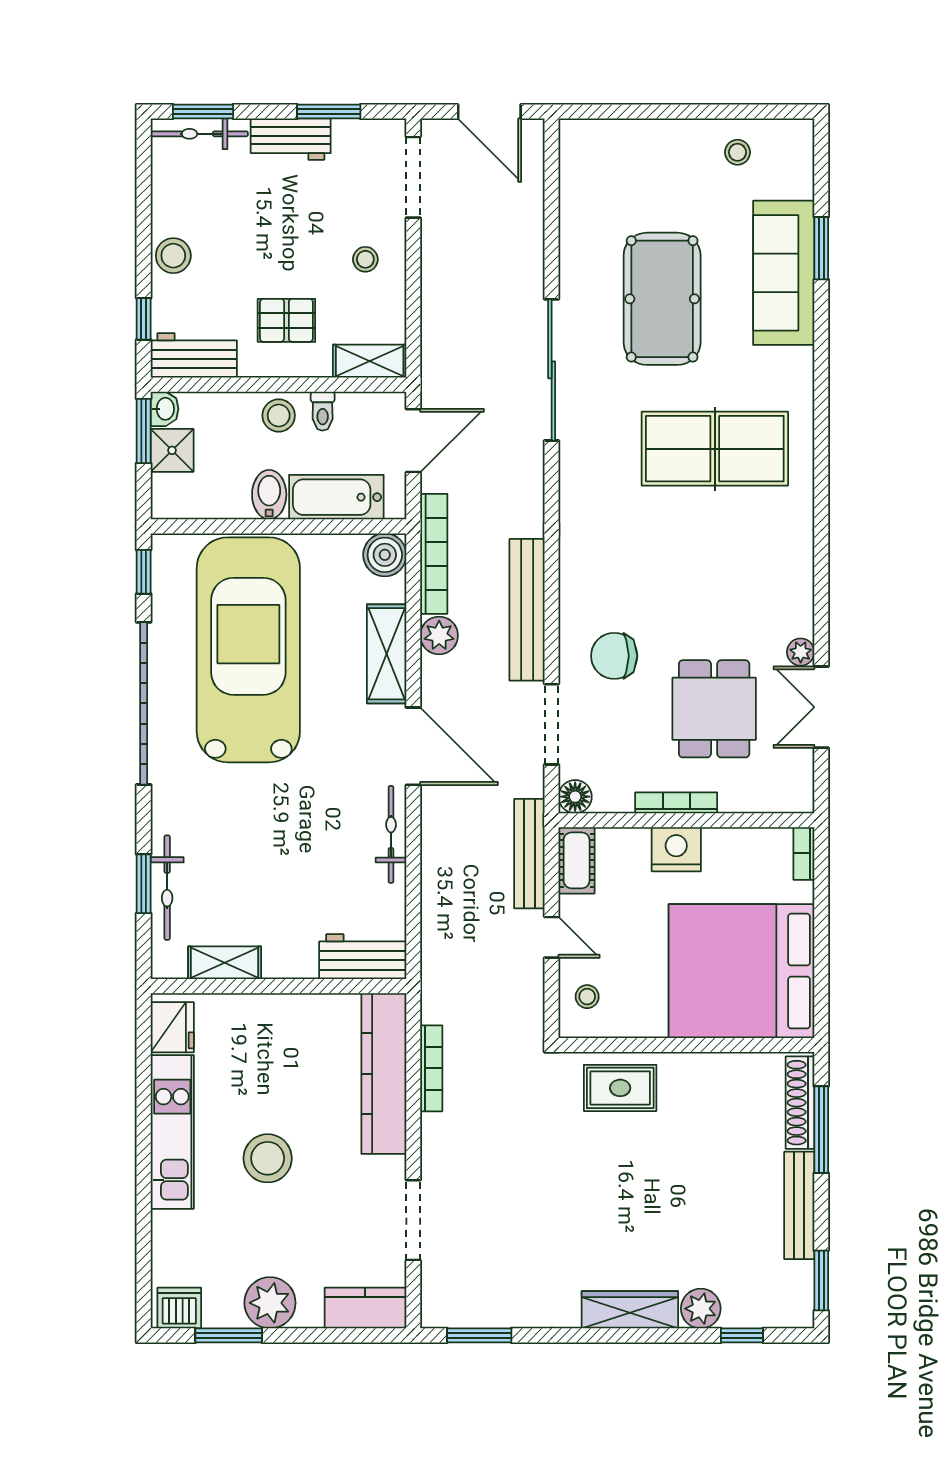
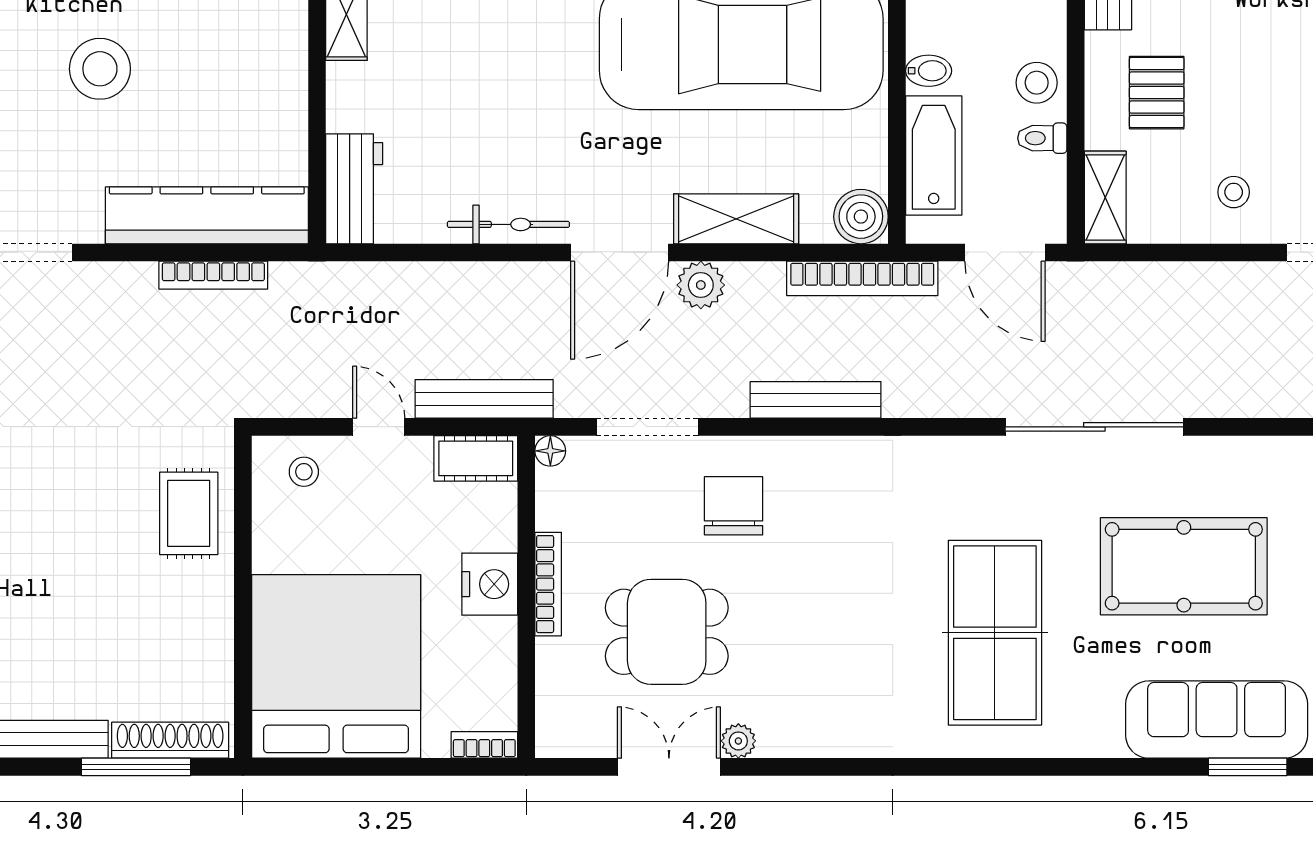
bidet: (269, 495) -> (929, 71), width x0.72, depth x0.74
bench: (527, 610) -> (816, 400), width x0.73, depth x0.82
plant: (439, 635) -> (701, 285), moved
floor lamp: (575, 797) -> (550, 451), width x0.73, depth x0.73
door: (552, 937) -> (379, 427), swing flipped

